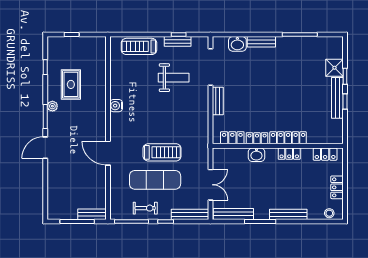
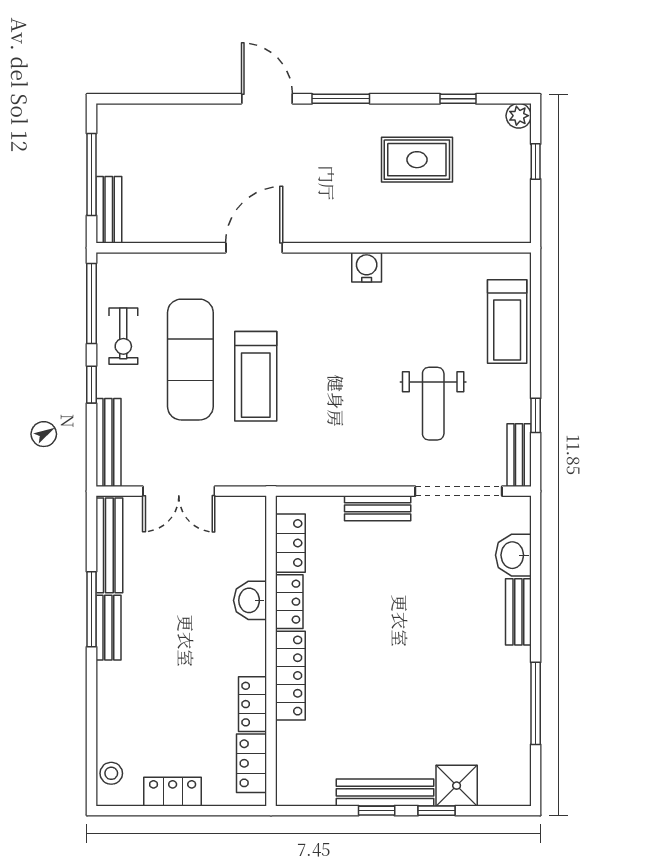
bench: (178, 41) -> (519, 455), moved
treadmill: (139, 46) -> (507, 322), turned 180
plant: (52, 106) -> (519, 116), moved
locker: (289, 154) -> (253, 704), moved
bench: (288, 214) -> (108, 628), moved, width x0.73

